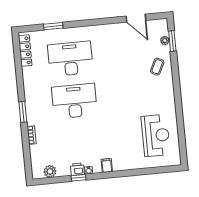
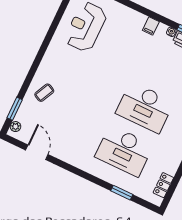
plant: (165, 41) -> (15, 127), moved
locker: (25, 51) -> (163, 185), width x0.66

